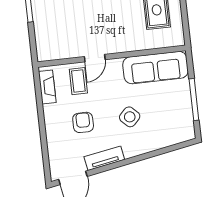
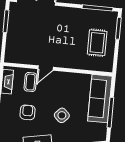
sofa: (155, 68) -> (100, 99), moved, turned 90

